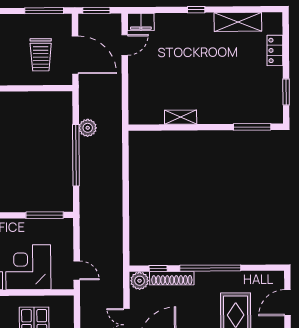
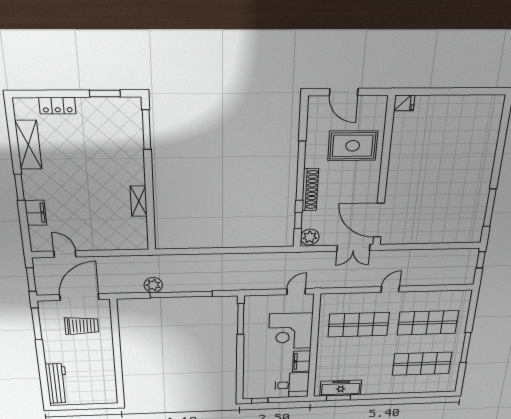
window: (196, 10) -> (19, 187), width x1.50
filing cabinet: (141, 22) -> (36, 213), moved
shoe rack: (172, 278) -> (310, 190), moved

